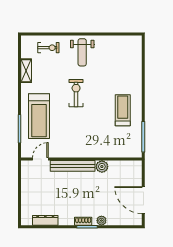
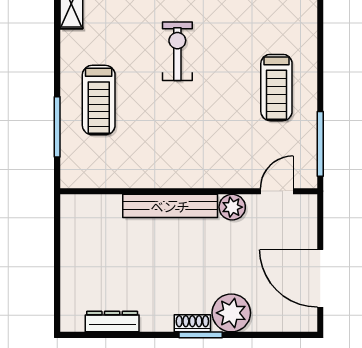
treadmill: (123, 110) -> (276, 88), turned 180
treadmill: (39, 116) -> (99, 100), width x0.73, depth x0.73
door: (40, 159) -> (277, 191), moved
plant: (101, 221) -> (231, 313), width x1.88, depth x1.88

